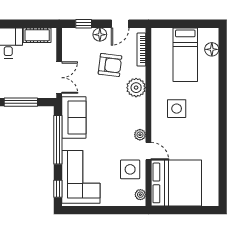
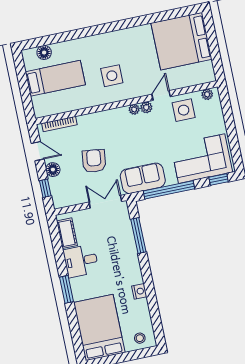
armchair: (110, 65) -> (94, 161), moved
plant: (136, 88) -> (134, 109), moved, width x0.53, depth x0.53
bed: (176, 183) -> (181, 41), moved, turned -90

